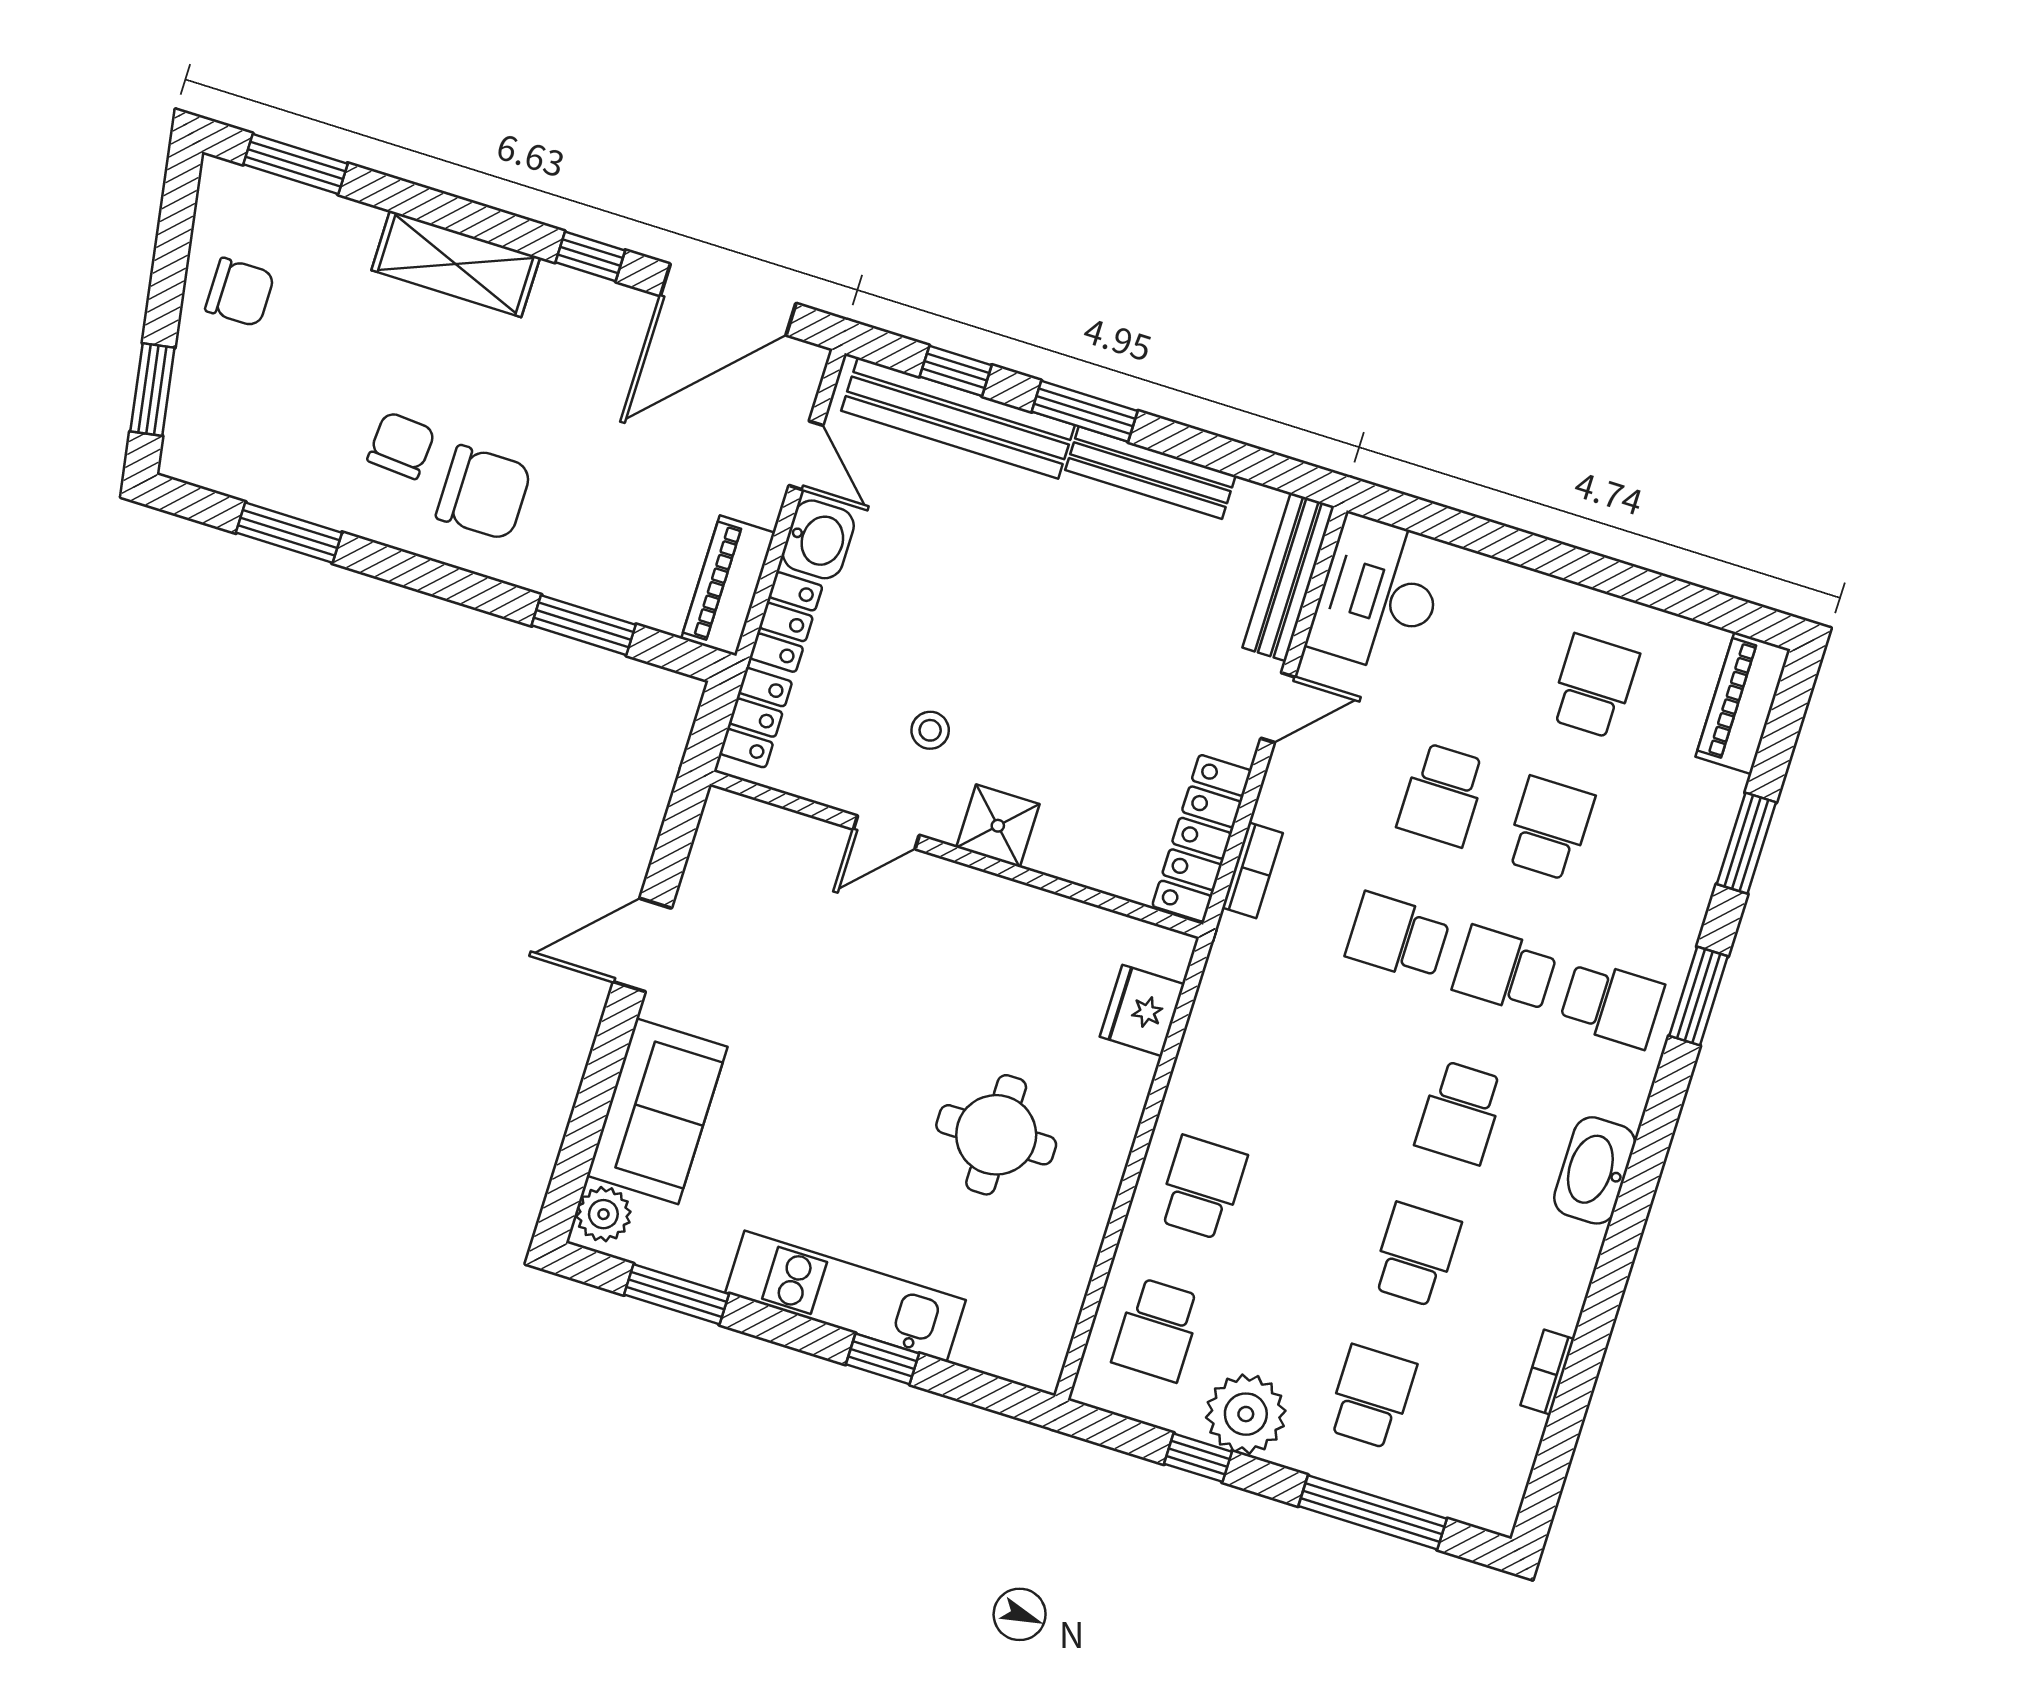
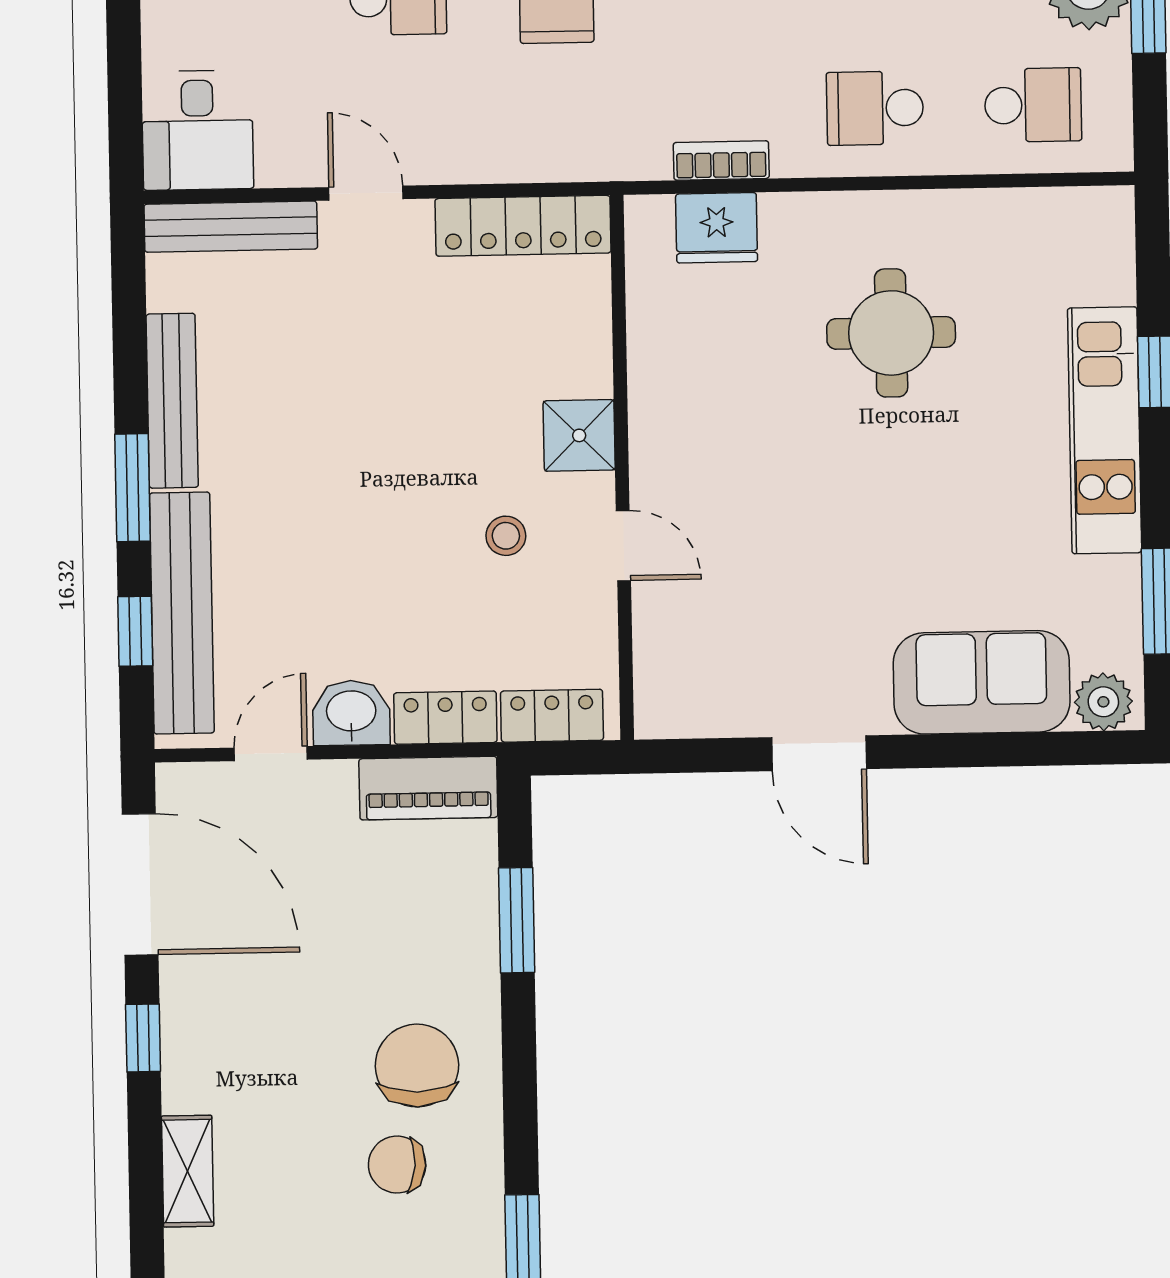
shelving: (456, 264) -> (188, 1171), width x0.67, depth x0.75
desk: (1379, 595) -> (198, 130), width x0.73
bookcase: (1252, 870) -> (721, 160), moved

